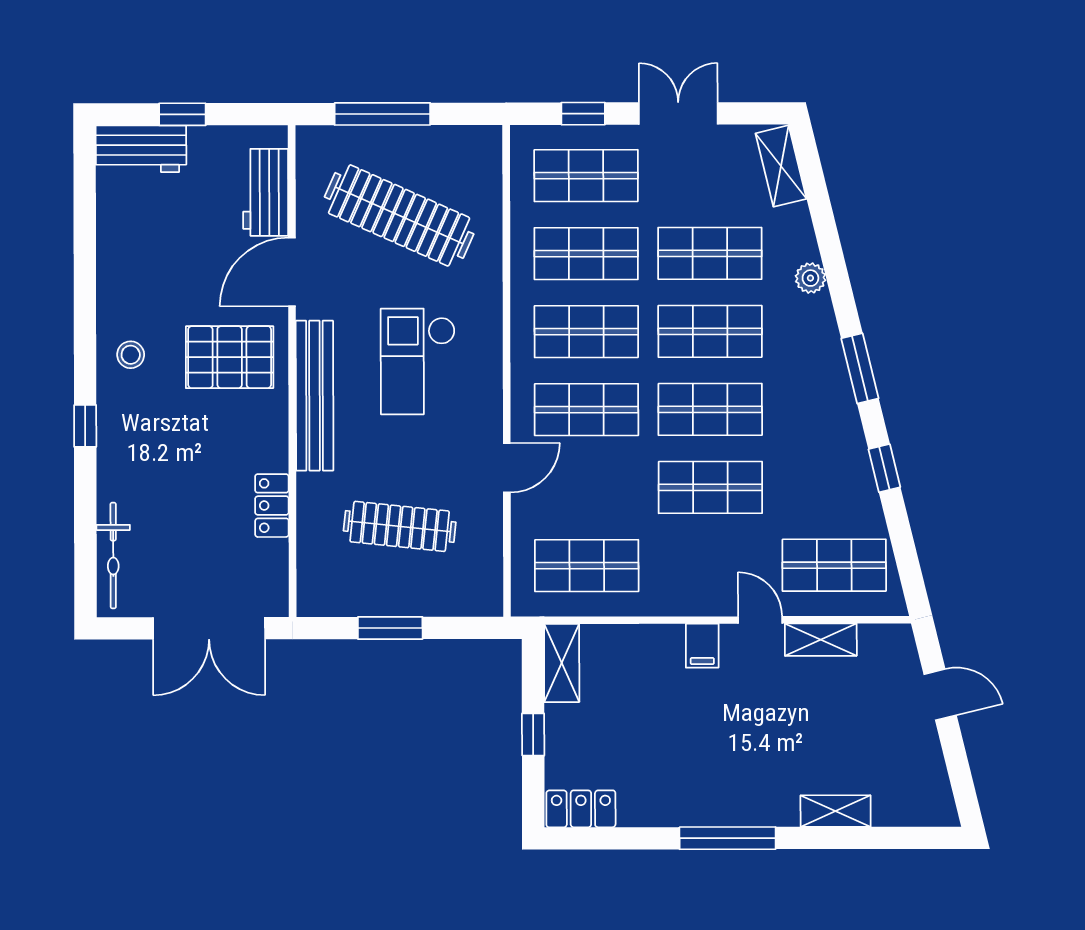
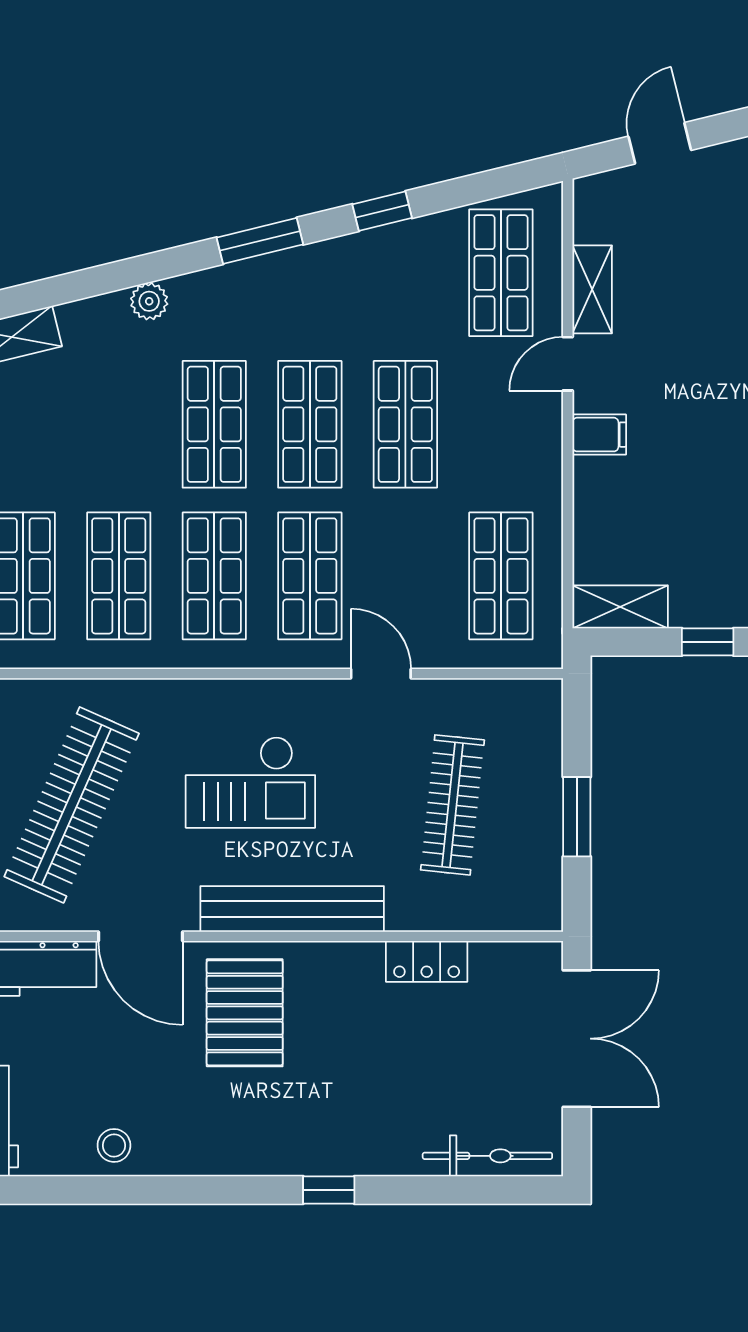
shop shelf: (710, 253) -> (119, 424), removed
stool: (131, 355) -> (114, 1145), moved

